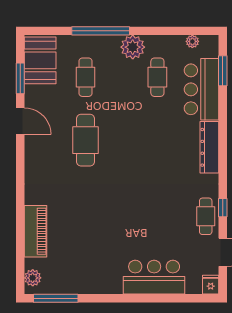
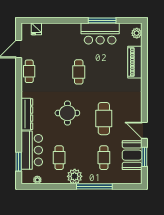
booth: (40, 60) -> (132, 155), moved
round table: (144, 149) -> (67, 113), added
window: (223, 208) -> (19, 77), removed
cafe table: (126, 215) -> (79, 72), added
bar counter: (154, 277) -> (100, 34), moved
fridge: (211, 285) -> (36, 29), moved
window: (56, 298) -> (102, 20), moved

